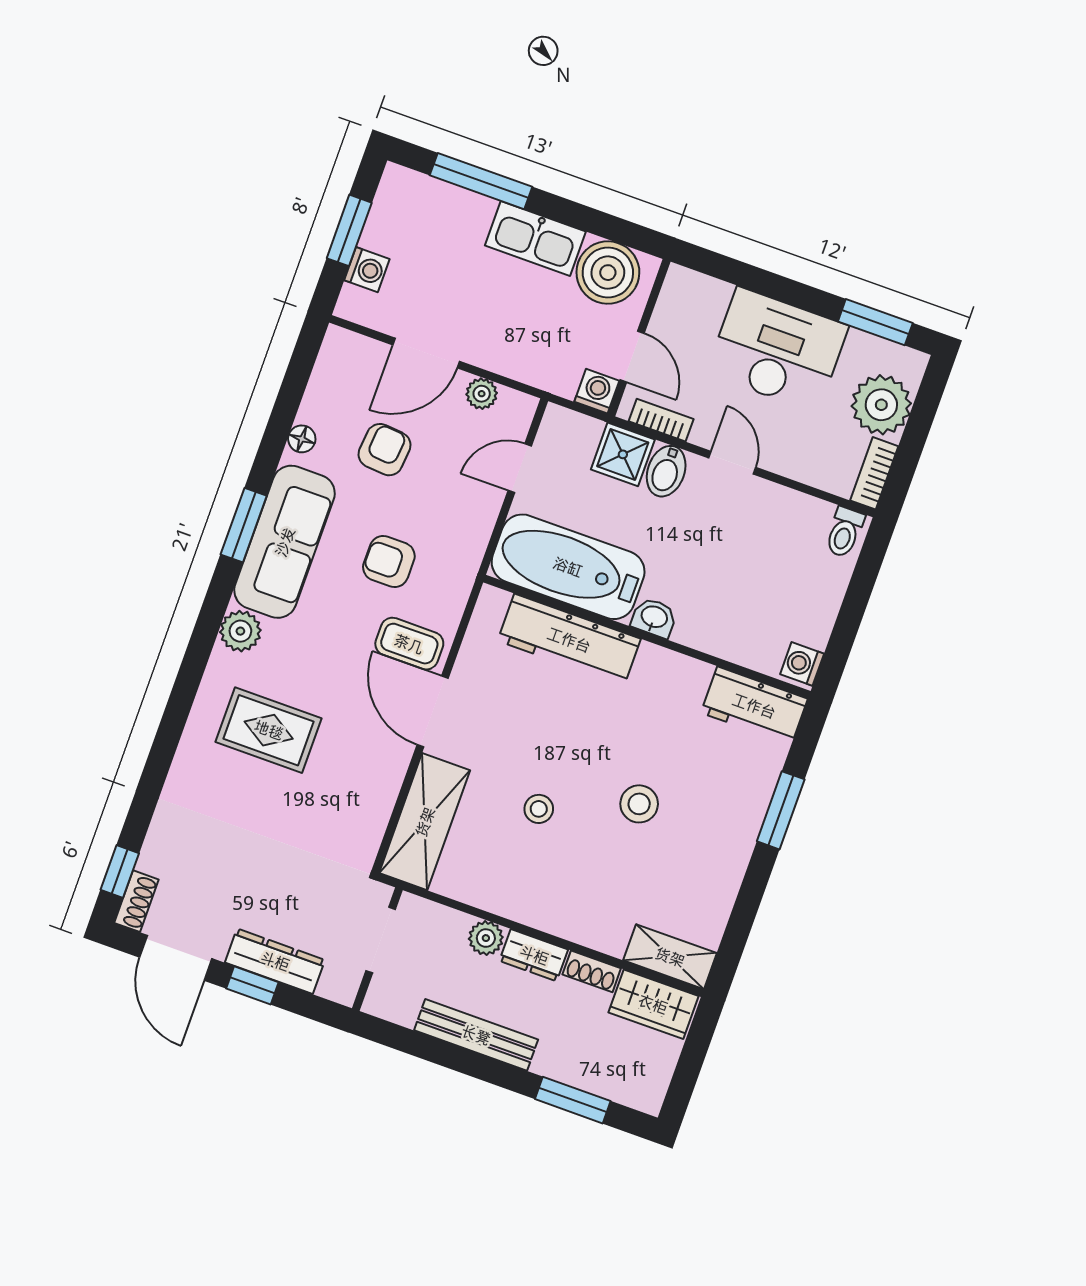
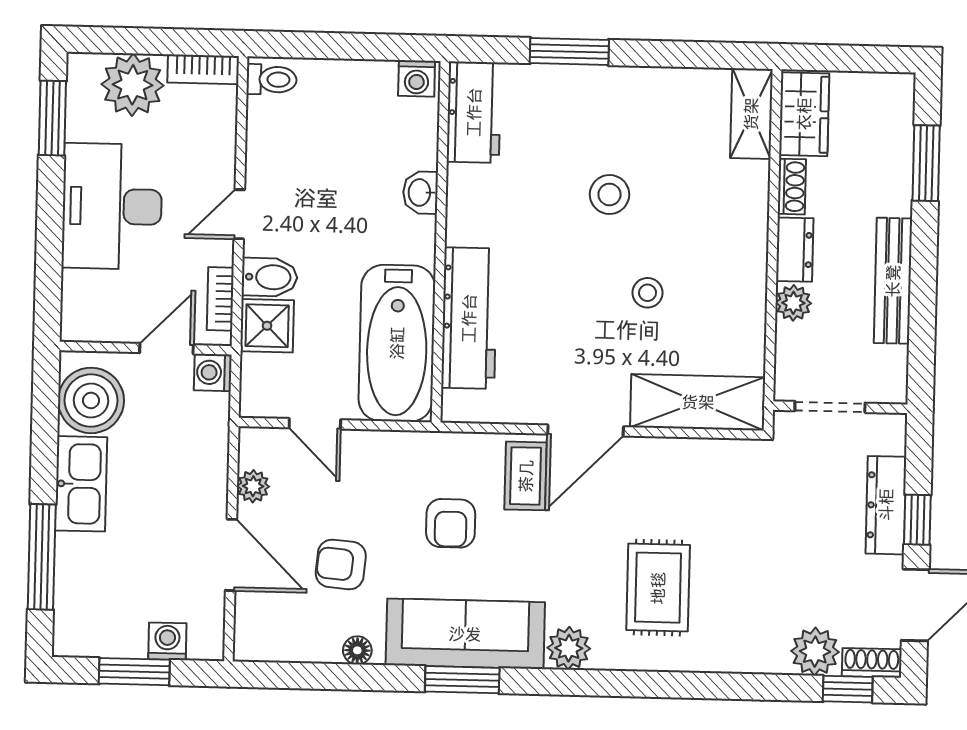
washbasin: (654, 618) -> (420, 192), moved
plant: (164, 853) -> (815, 652), added

